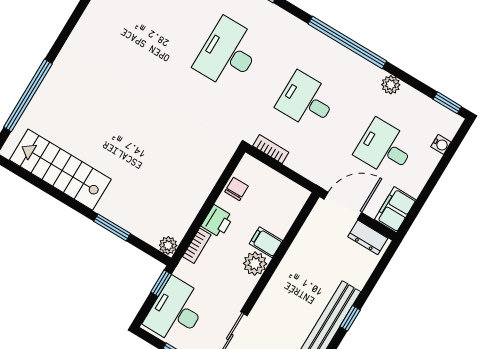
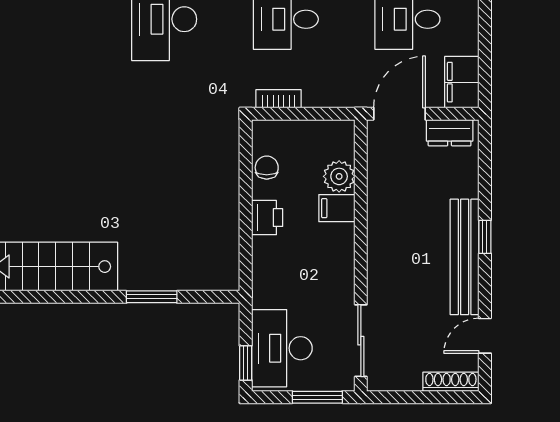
plant: (168, 245) -> (228, 279), removed
bookcase: (197, 246) -> (261, 259), removed
plant: (255, 264) -> (339, 176), moved
window: (161, 283) -> (246, 363), moved

